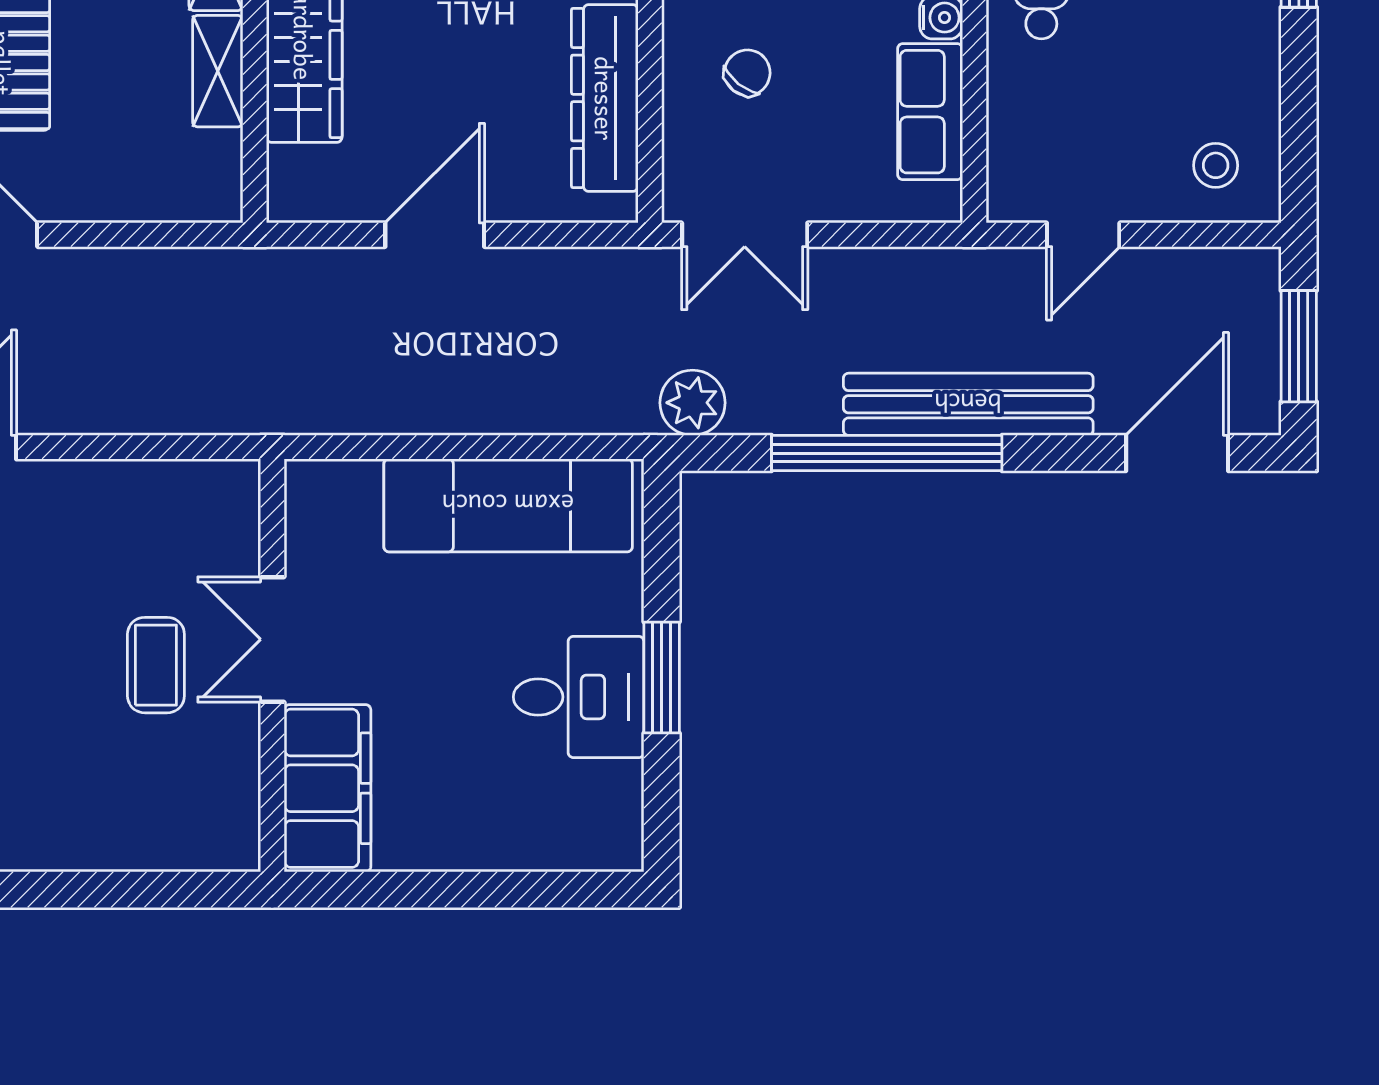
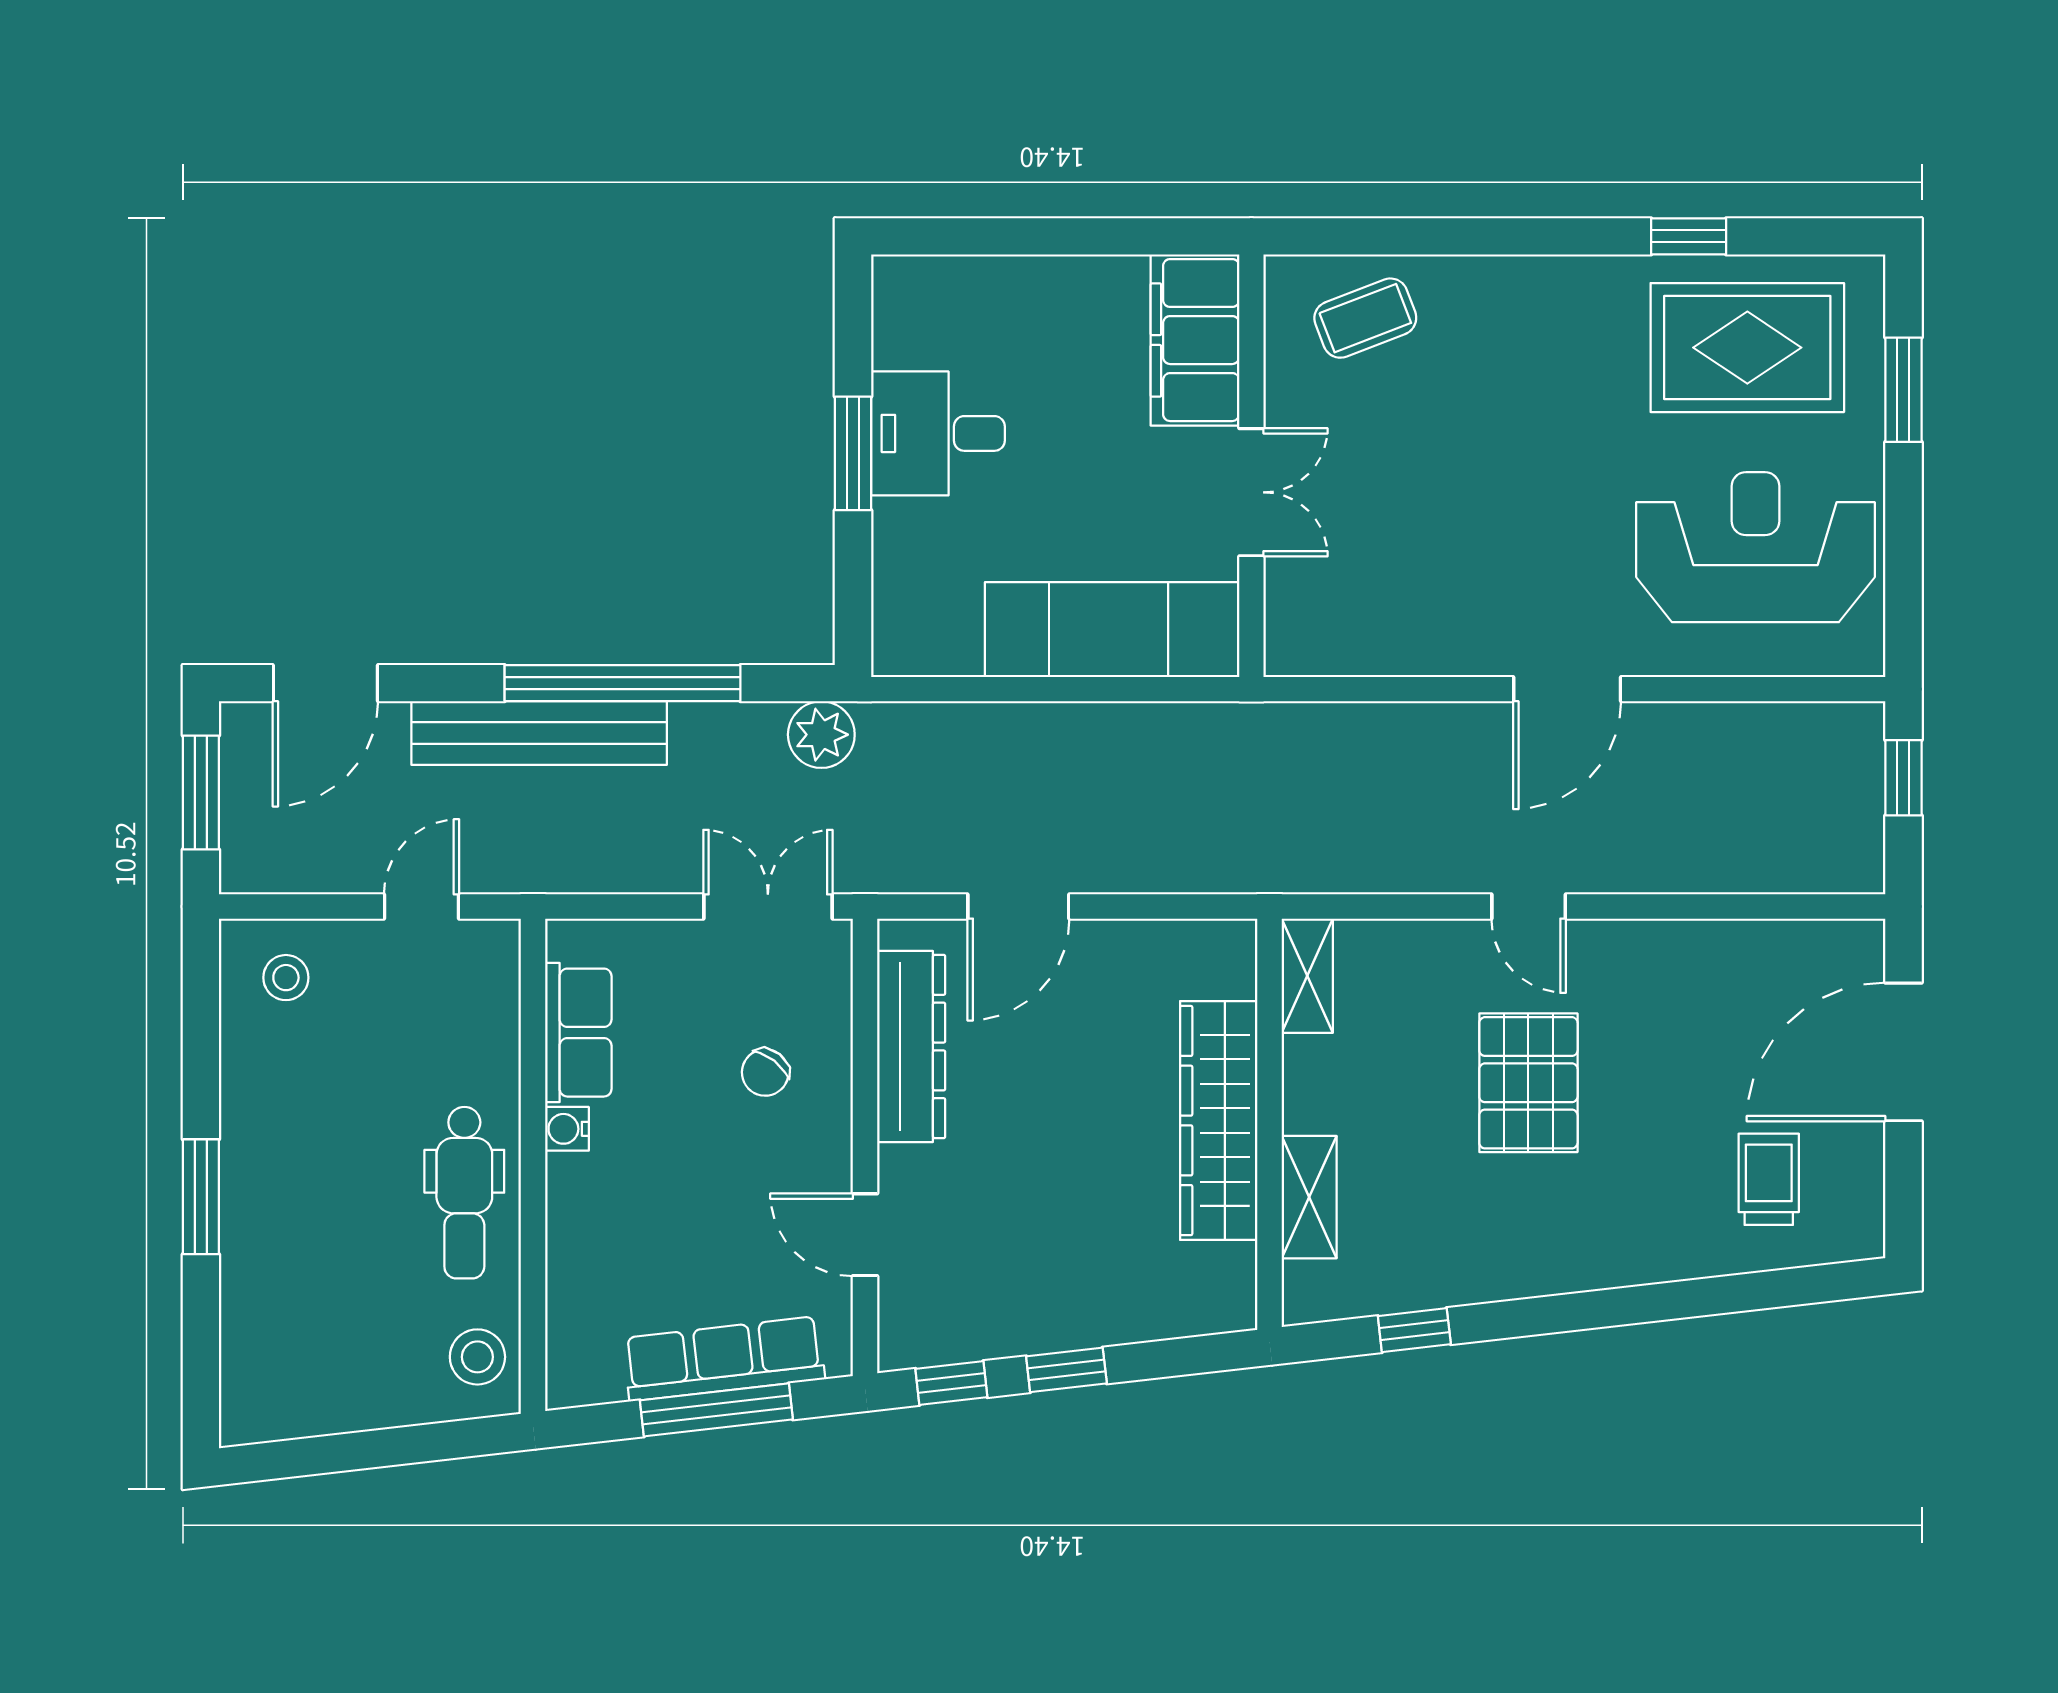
shelving: (218, 71) -> (1307, 976), moved
door: (435, 235) -> (1018, 907), moved
exam couch: (508, 505) -> (1112, 630), moved
coffee table: (156, 665) -> (1365, 318), moved, turned 69

